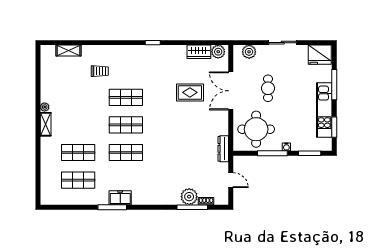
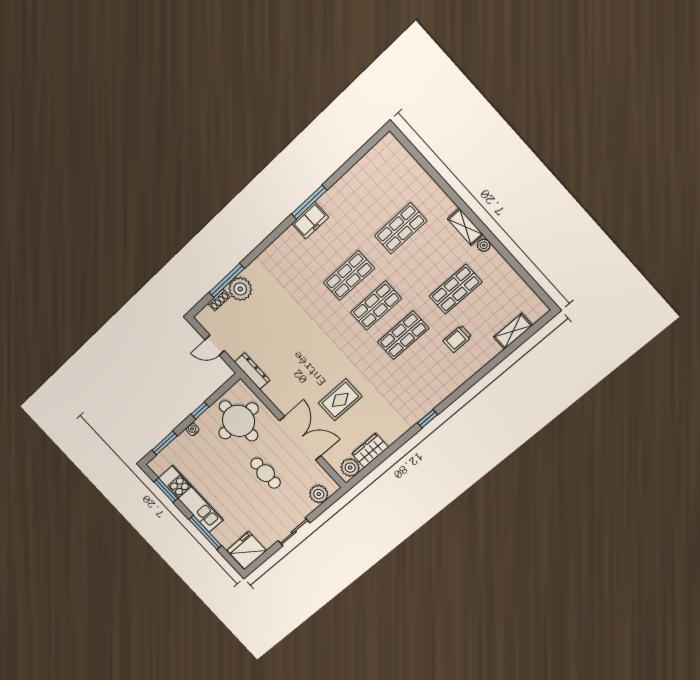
window: (272, 153) -> (200, 411), width x0.46
shop shelf: (78, 180) -> (456, 289), moved

